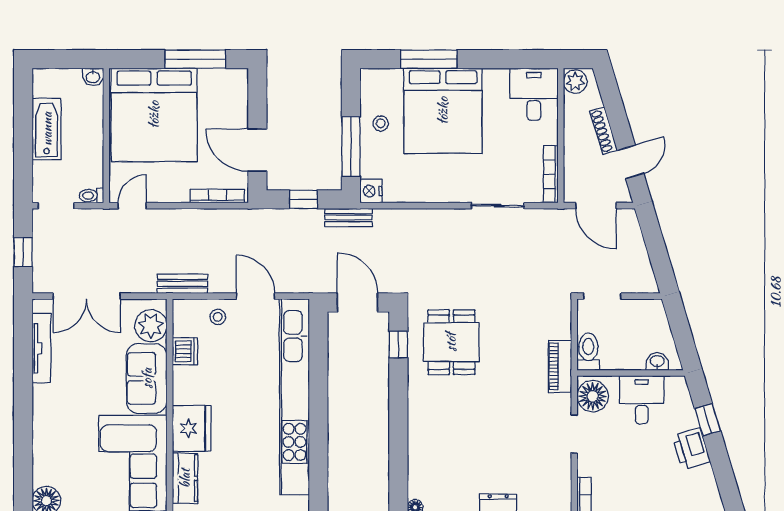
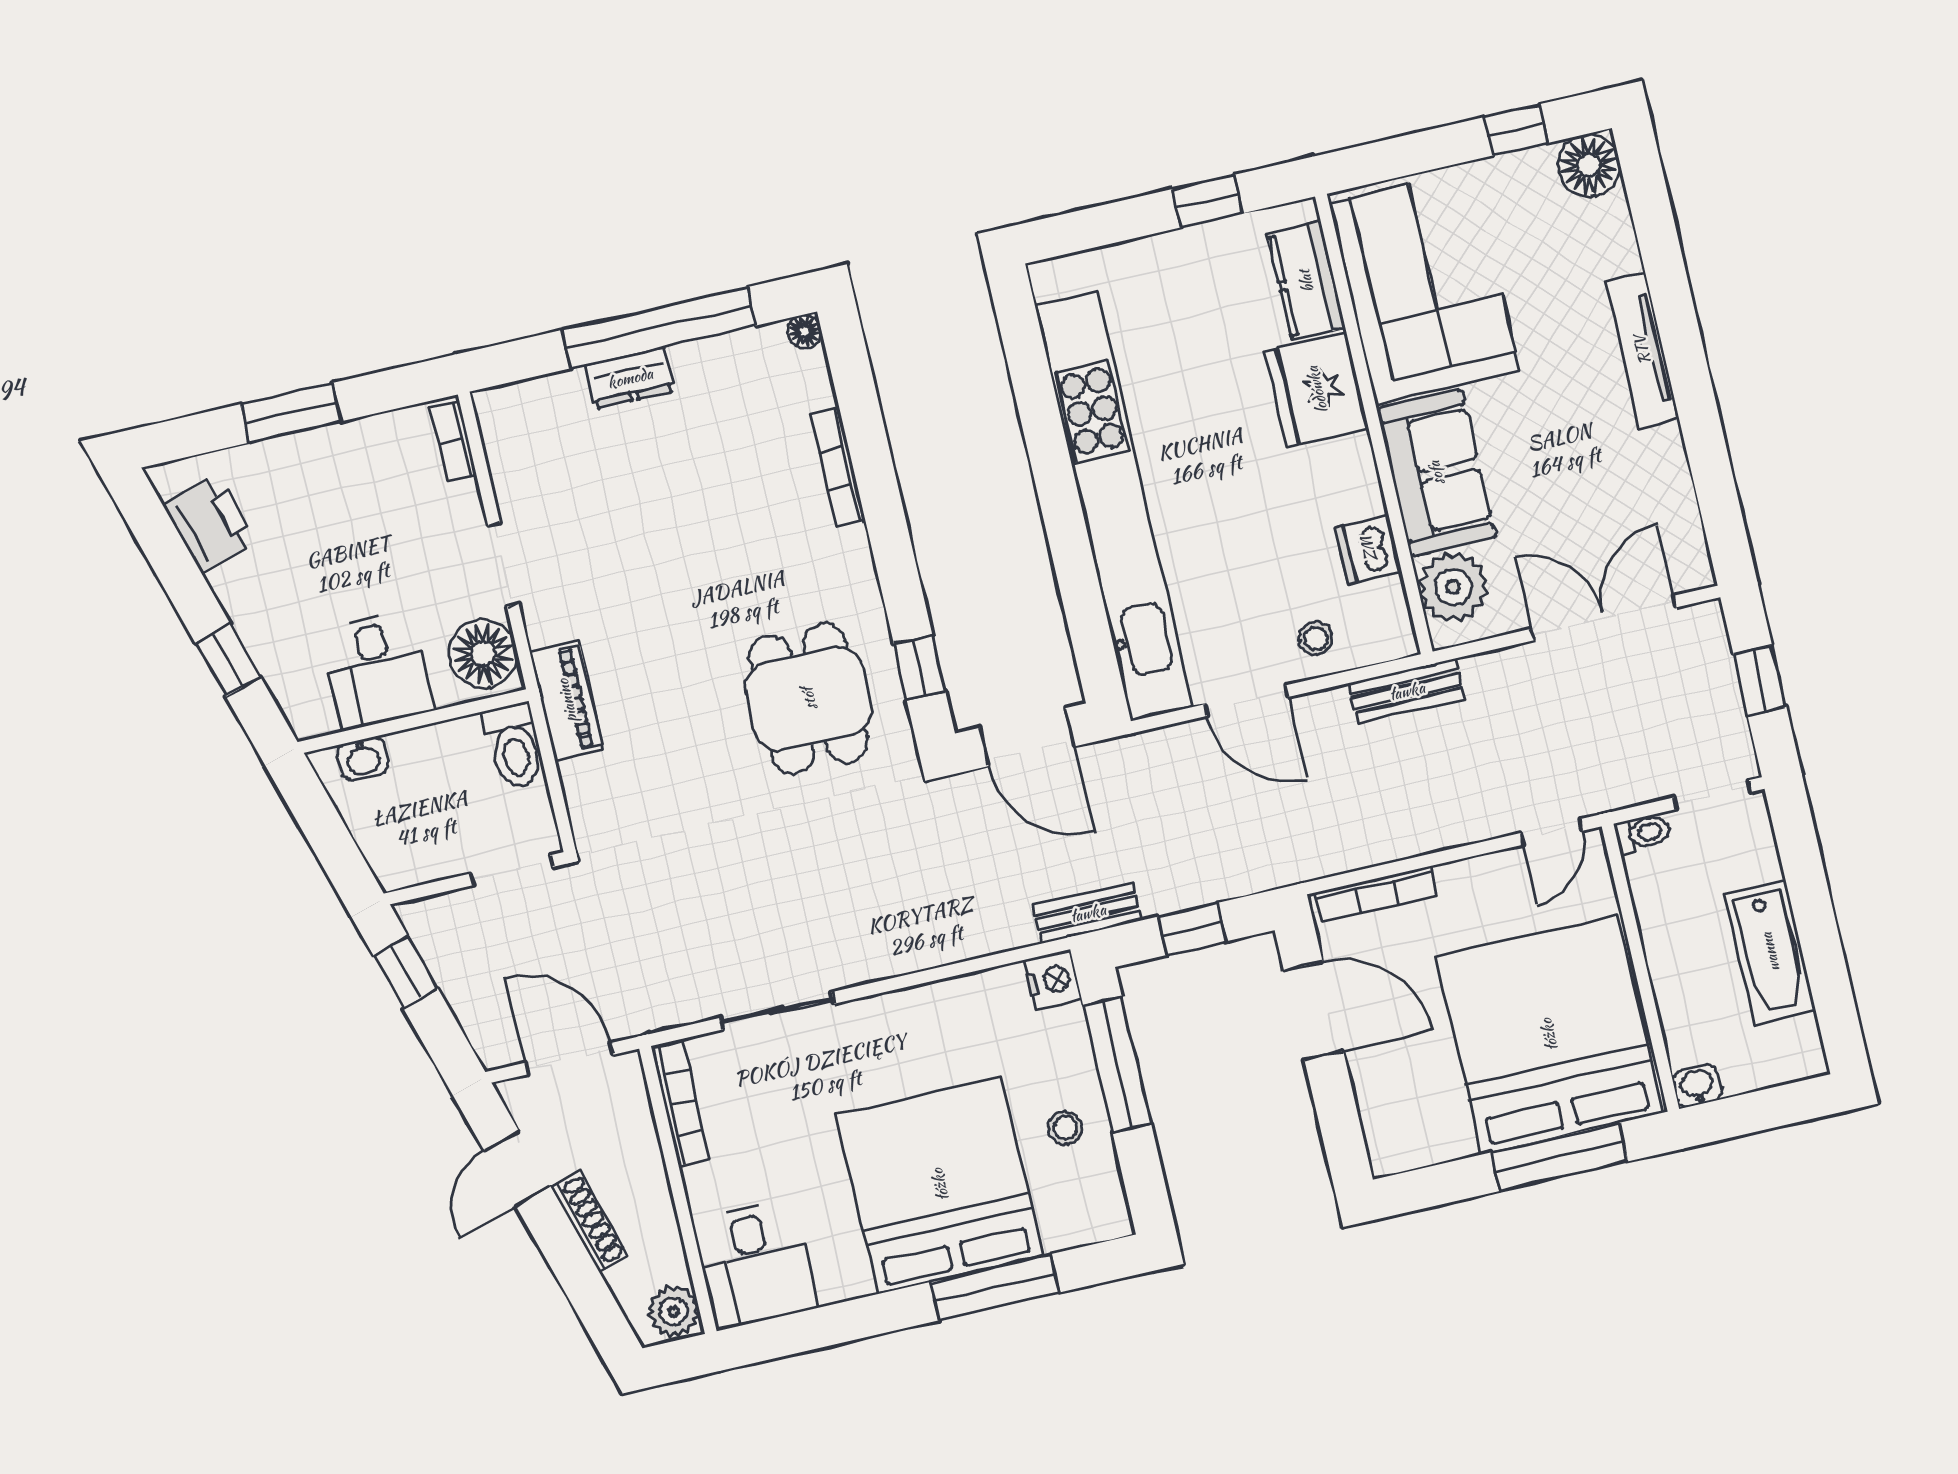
window: (195, 59) -> (1560, 1157), moved
window: (660, 261) -> (406, 972), added
tv unit: (41, 348) -> (1642, 350), moved
bookcase: (414, 443) -> (838, 467), added
printer: (691, 449) -> (210, 524), moved

